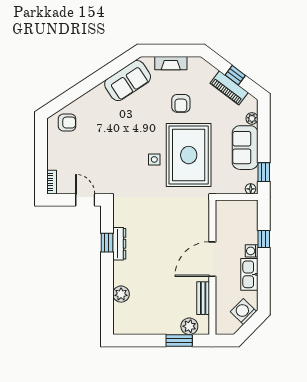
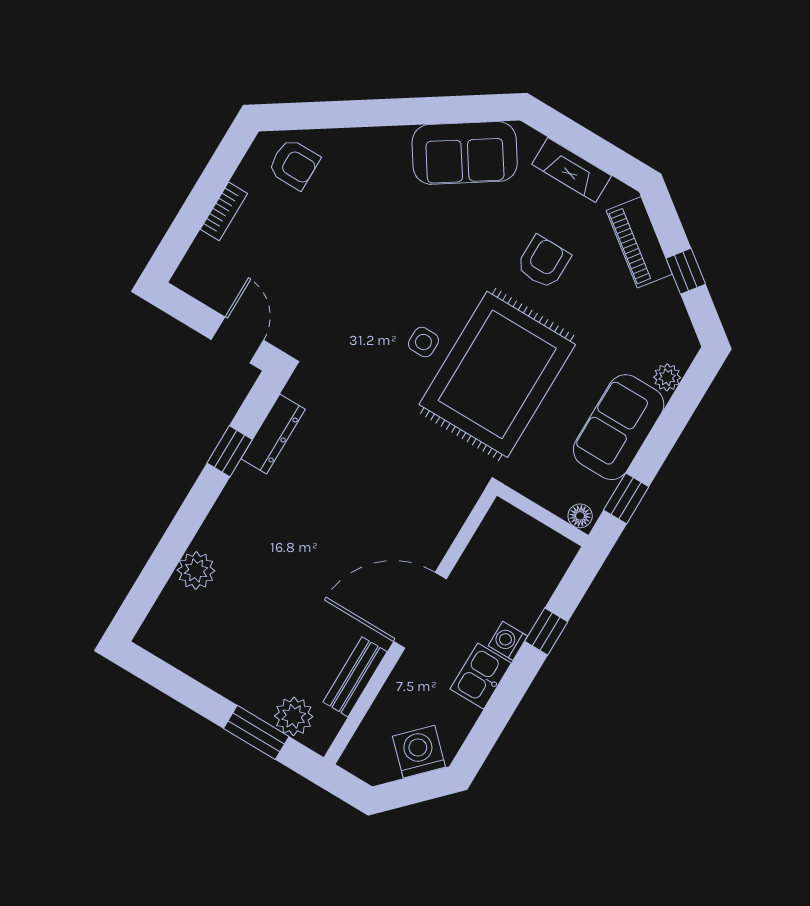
piano: (229, 88) -> (639, 242), moved
armchair: (181, 103) -> (544, 262), turned 180
bookcase: (52, 182) -> (224, 211), moved
dresser: (119, 244) -> (273, 434), moved
kitchen sink: (249, 274) -> (481, 676), width x0.73

